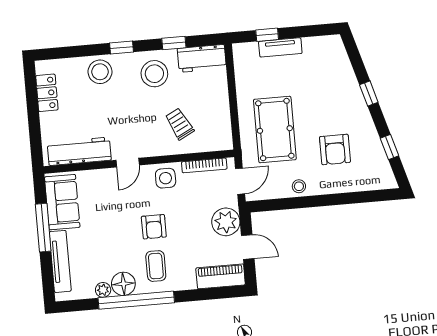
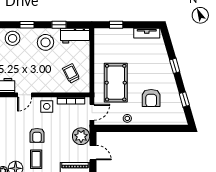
tv unit: (280, 47) -> (147, 33), moved
trolley: (180, 124) -> (71, 73), moved

